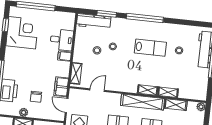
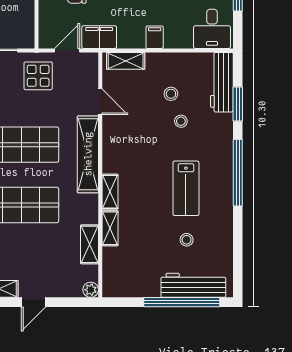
desk: (62, 40) -> (212, 29), moved
shelving: (143, 102) -> (88, 154), moved

